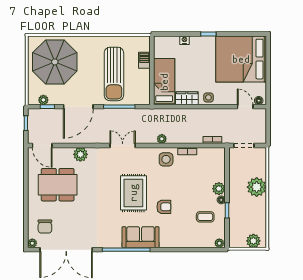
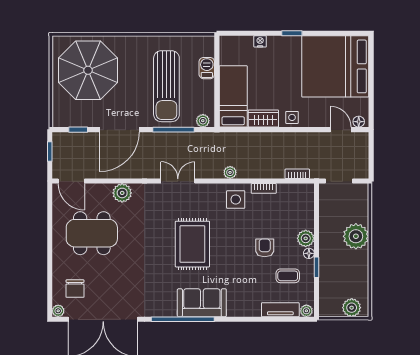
plant: (43, 100) -> (203, 121), moved
armchair: (164, 207) -> (265, 248), moved, turned -90
tv unit: (200, 242) -> (280, 310), added

